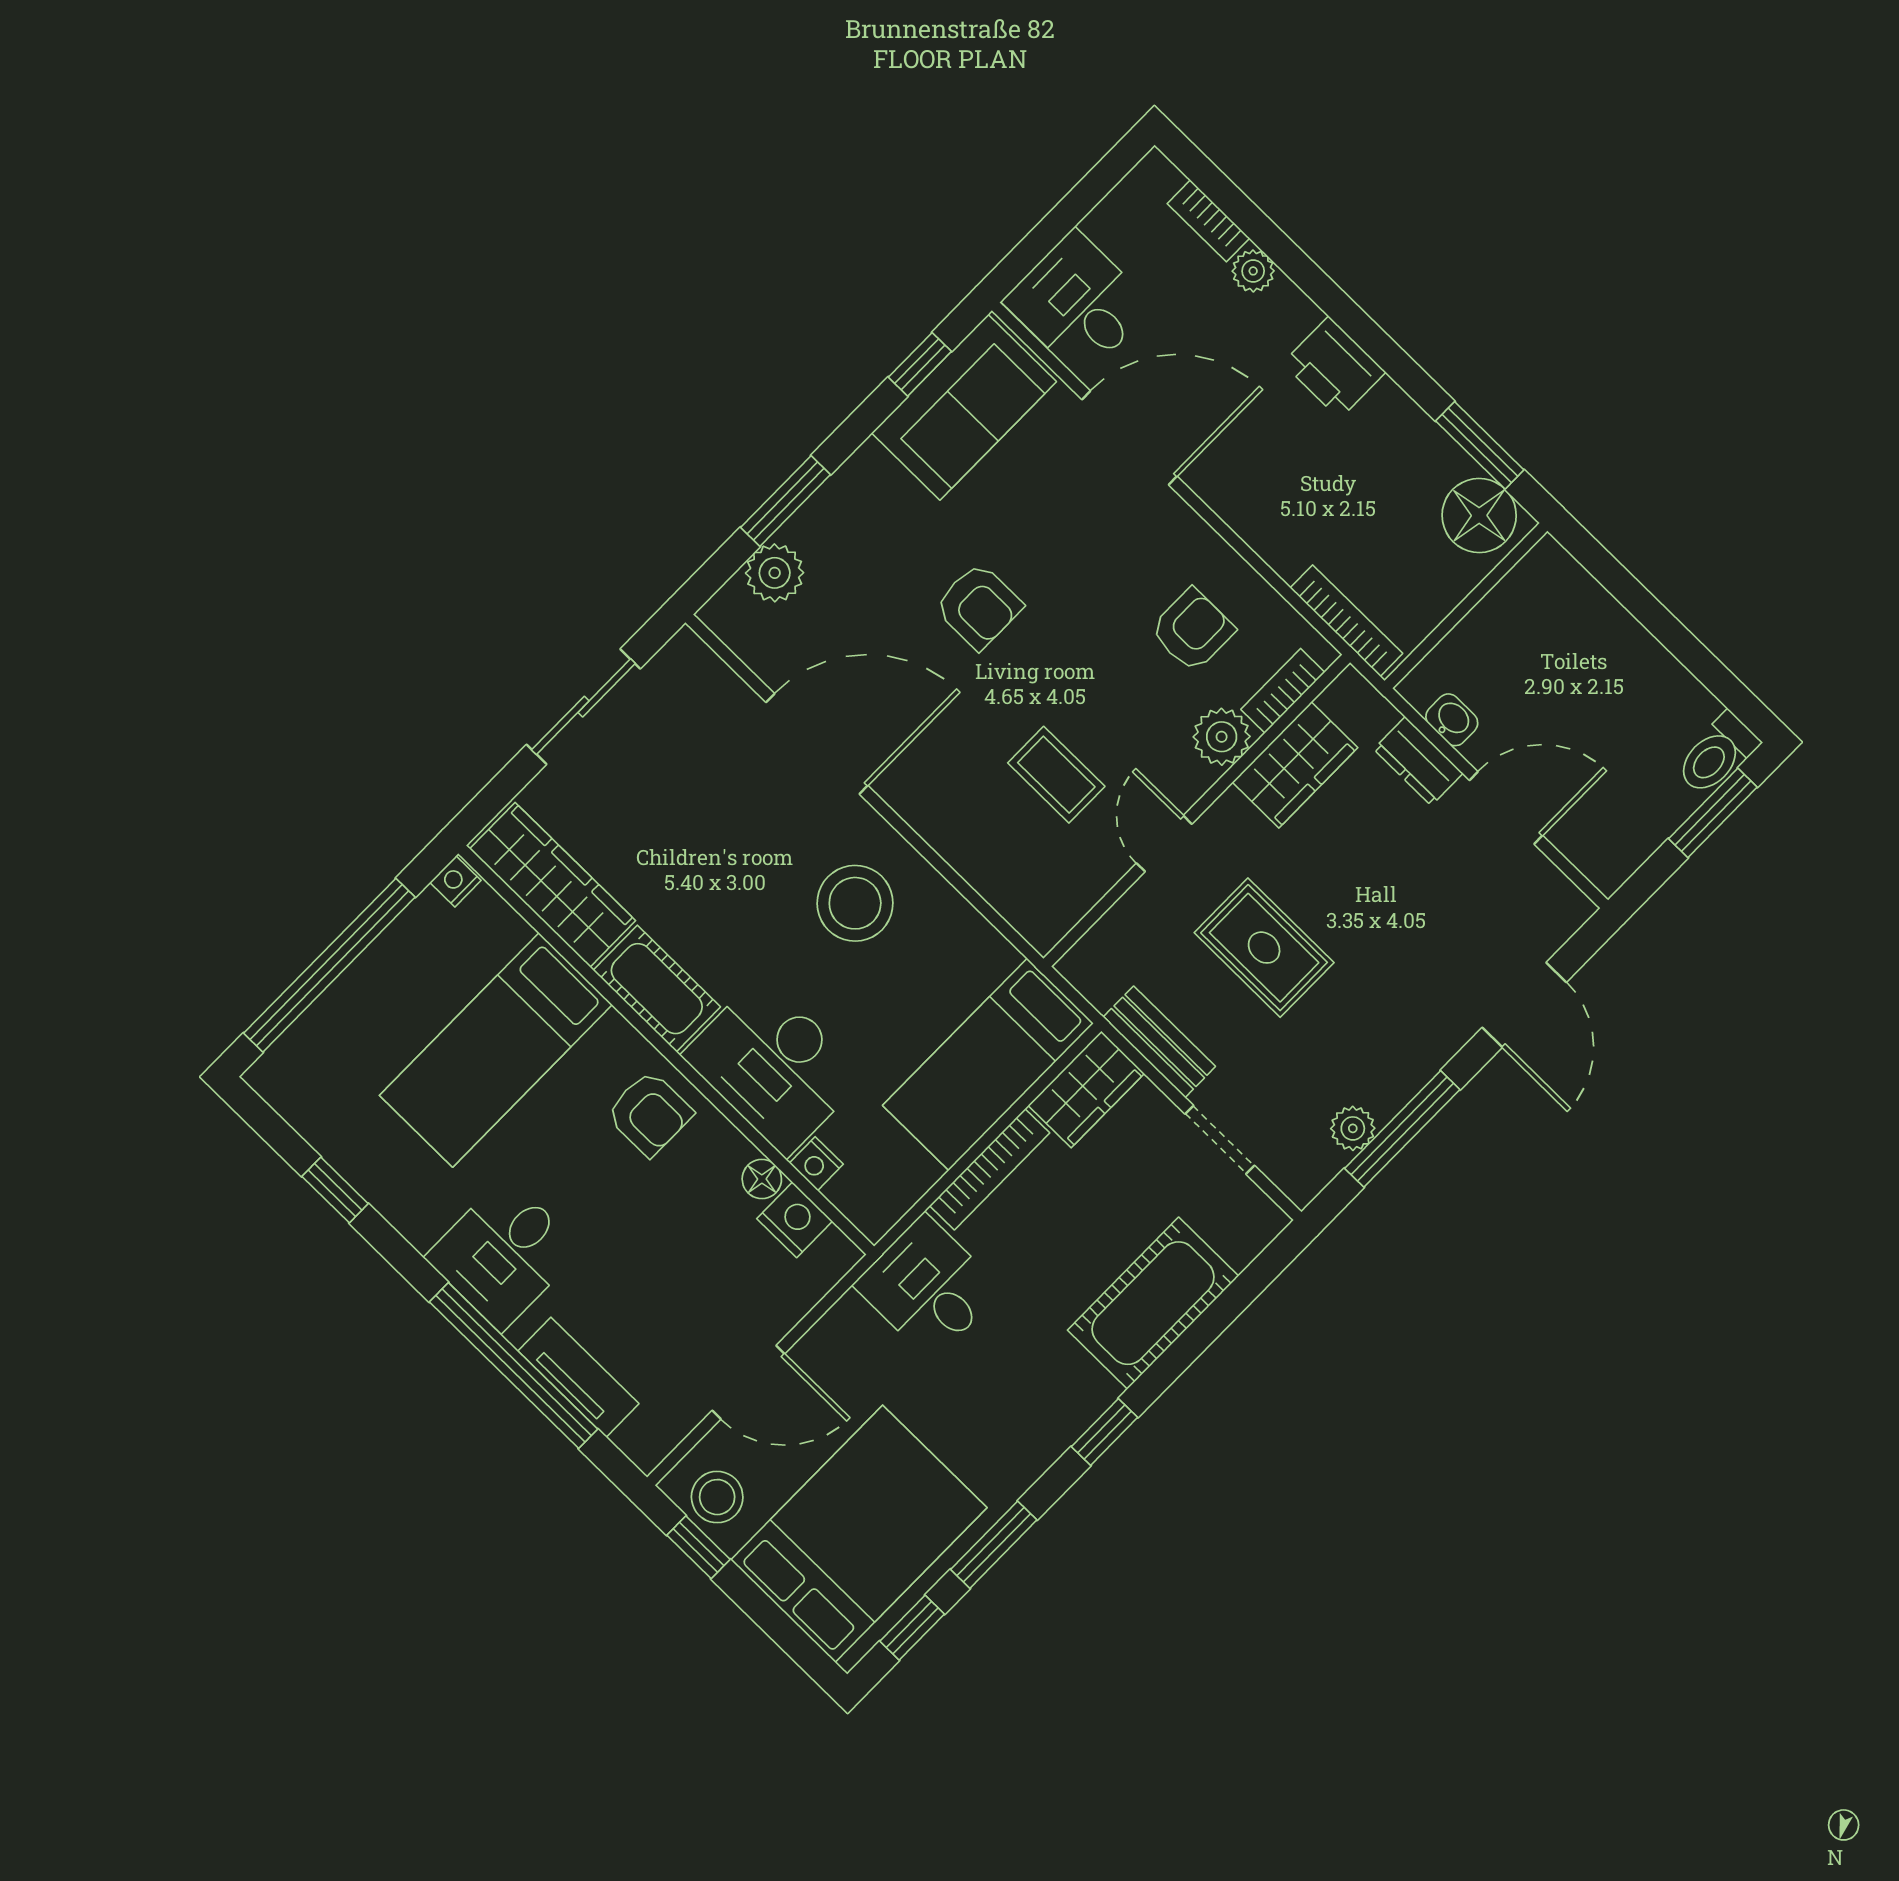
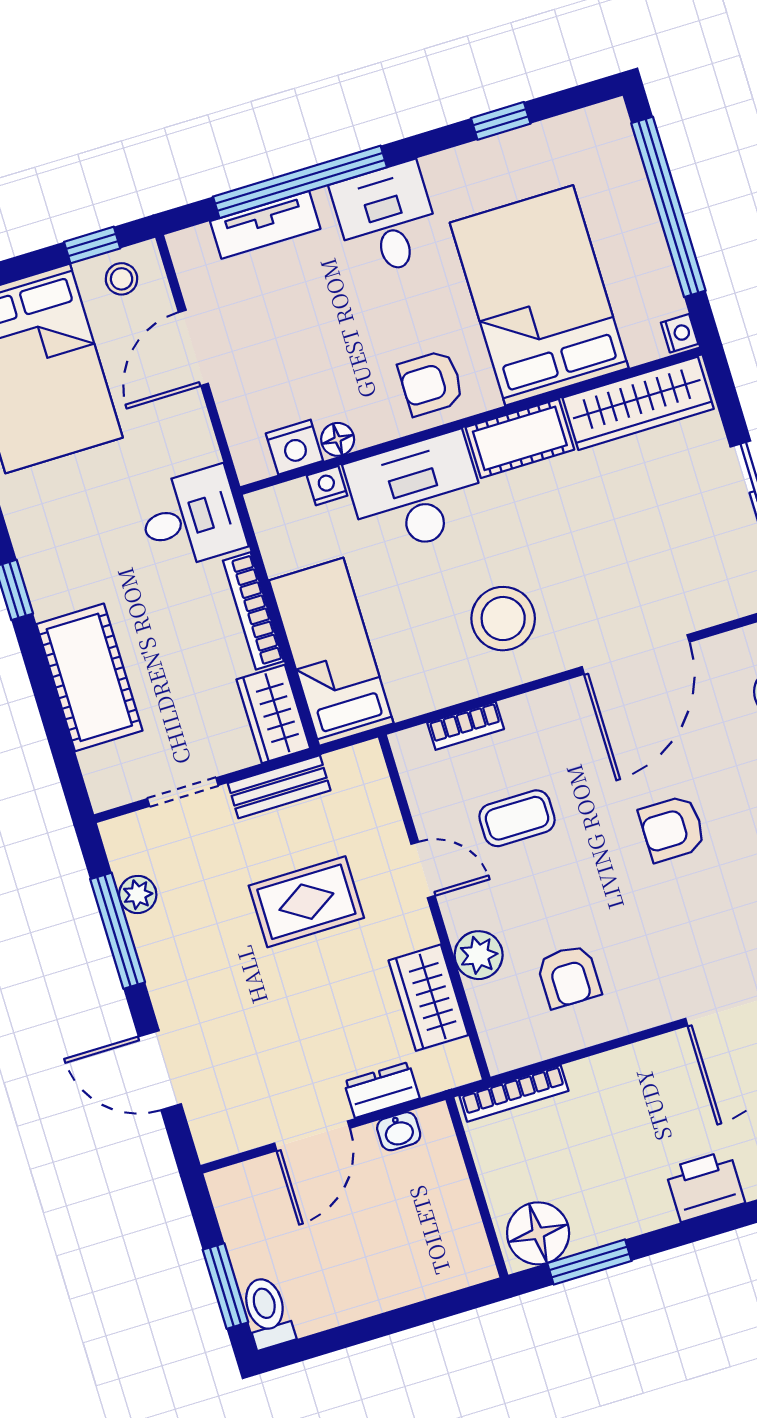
bookcase: (1283, 691) -> (466, 726), moved, turned 90
bed: (496, 1050) -> (539, 295), width x1.50
stool: (717, 1497) -> (122, 279), width x0.73, depth x0.73

